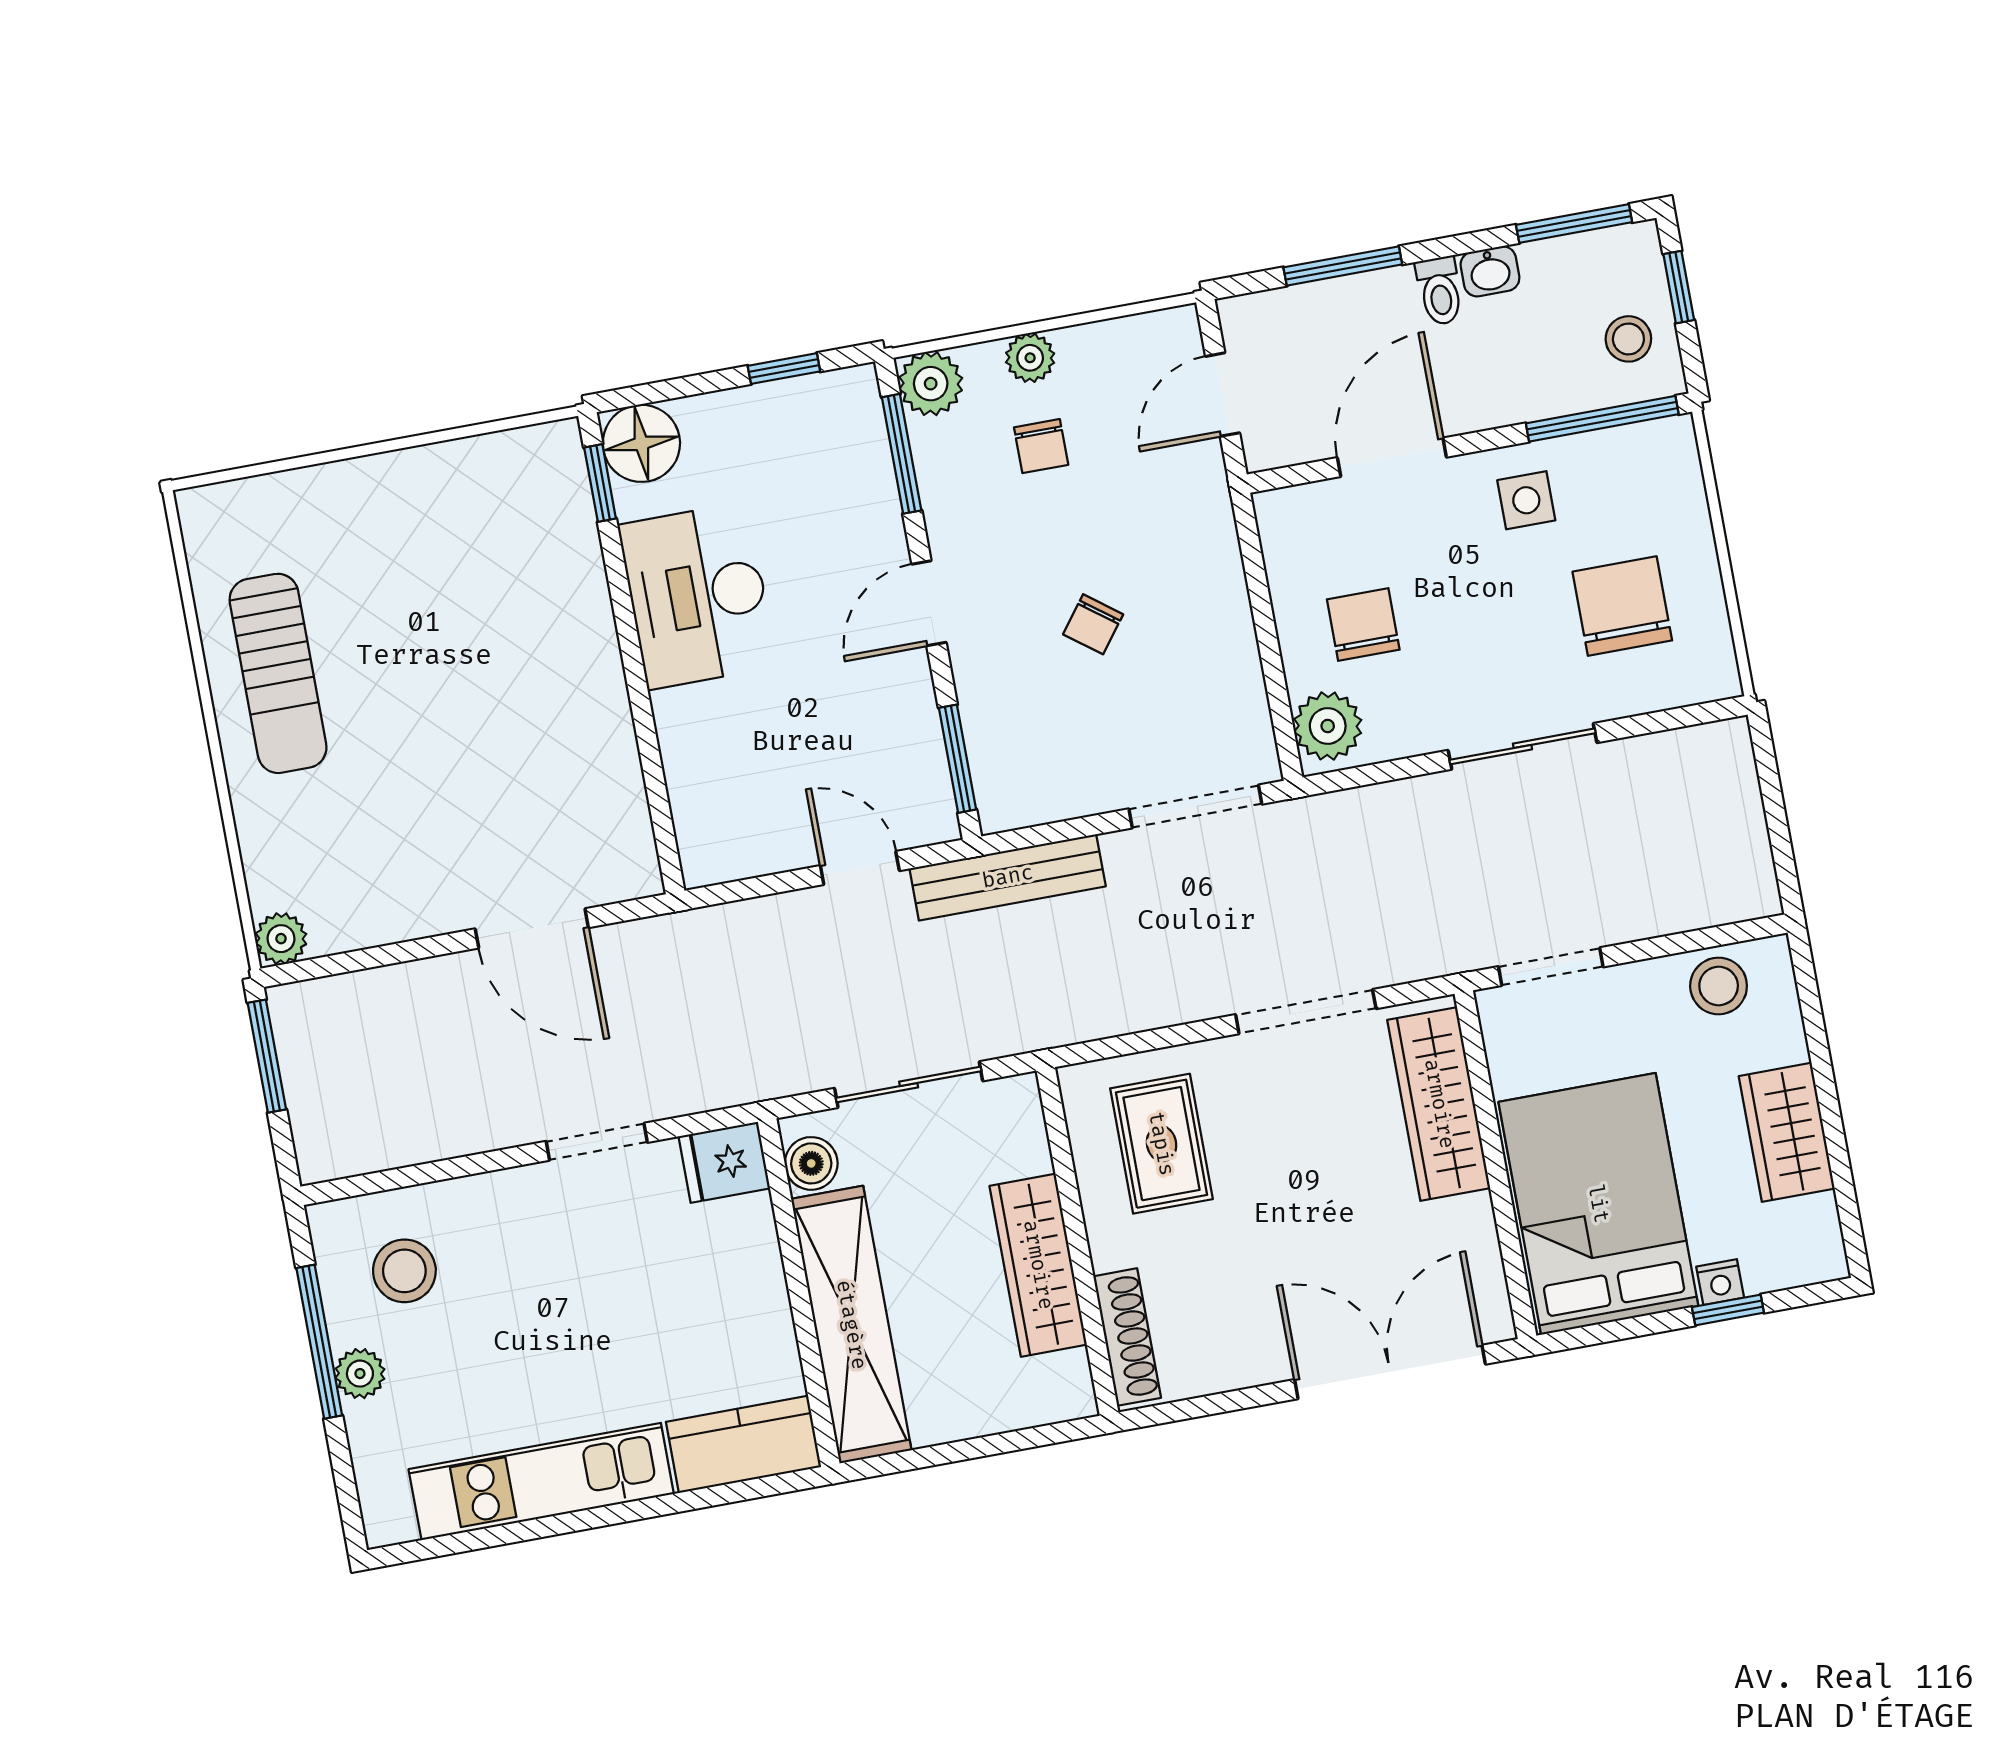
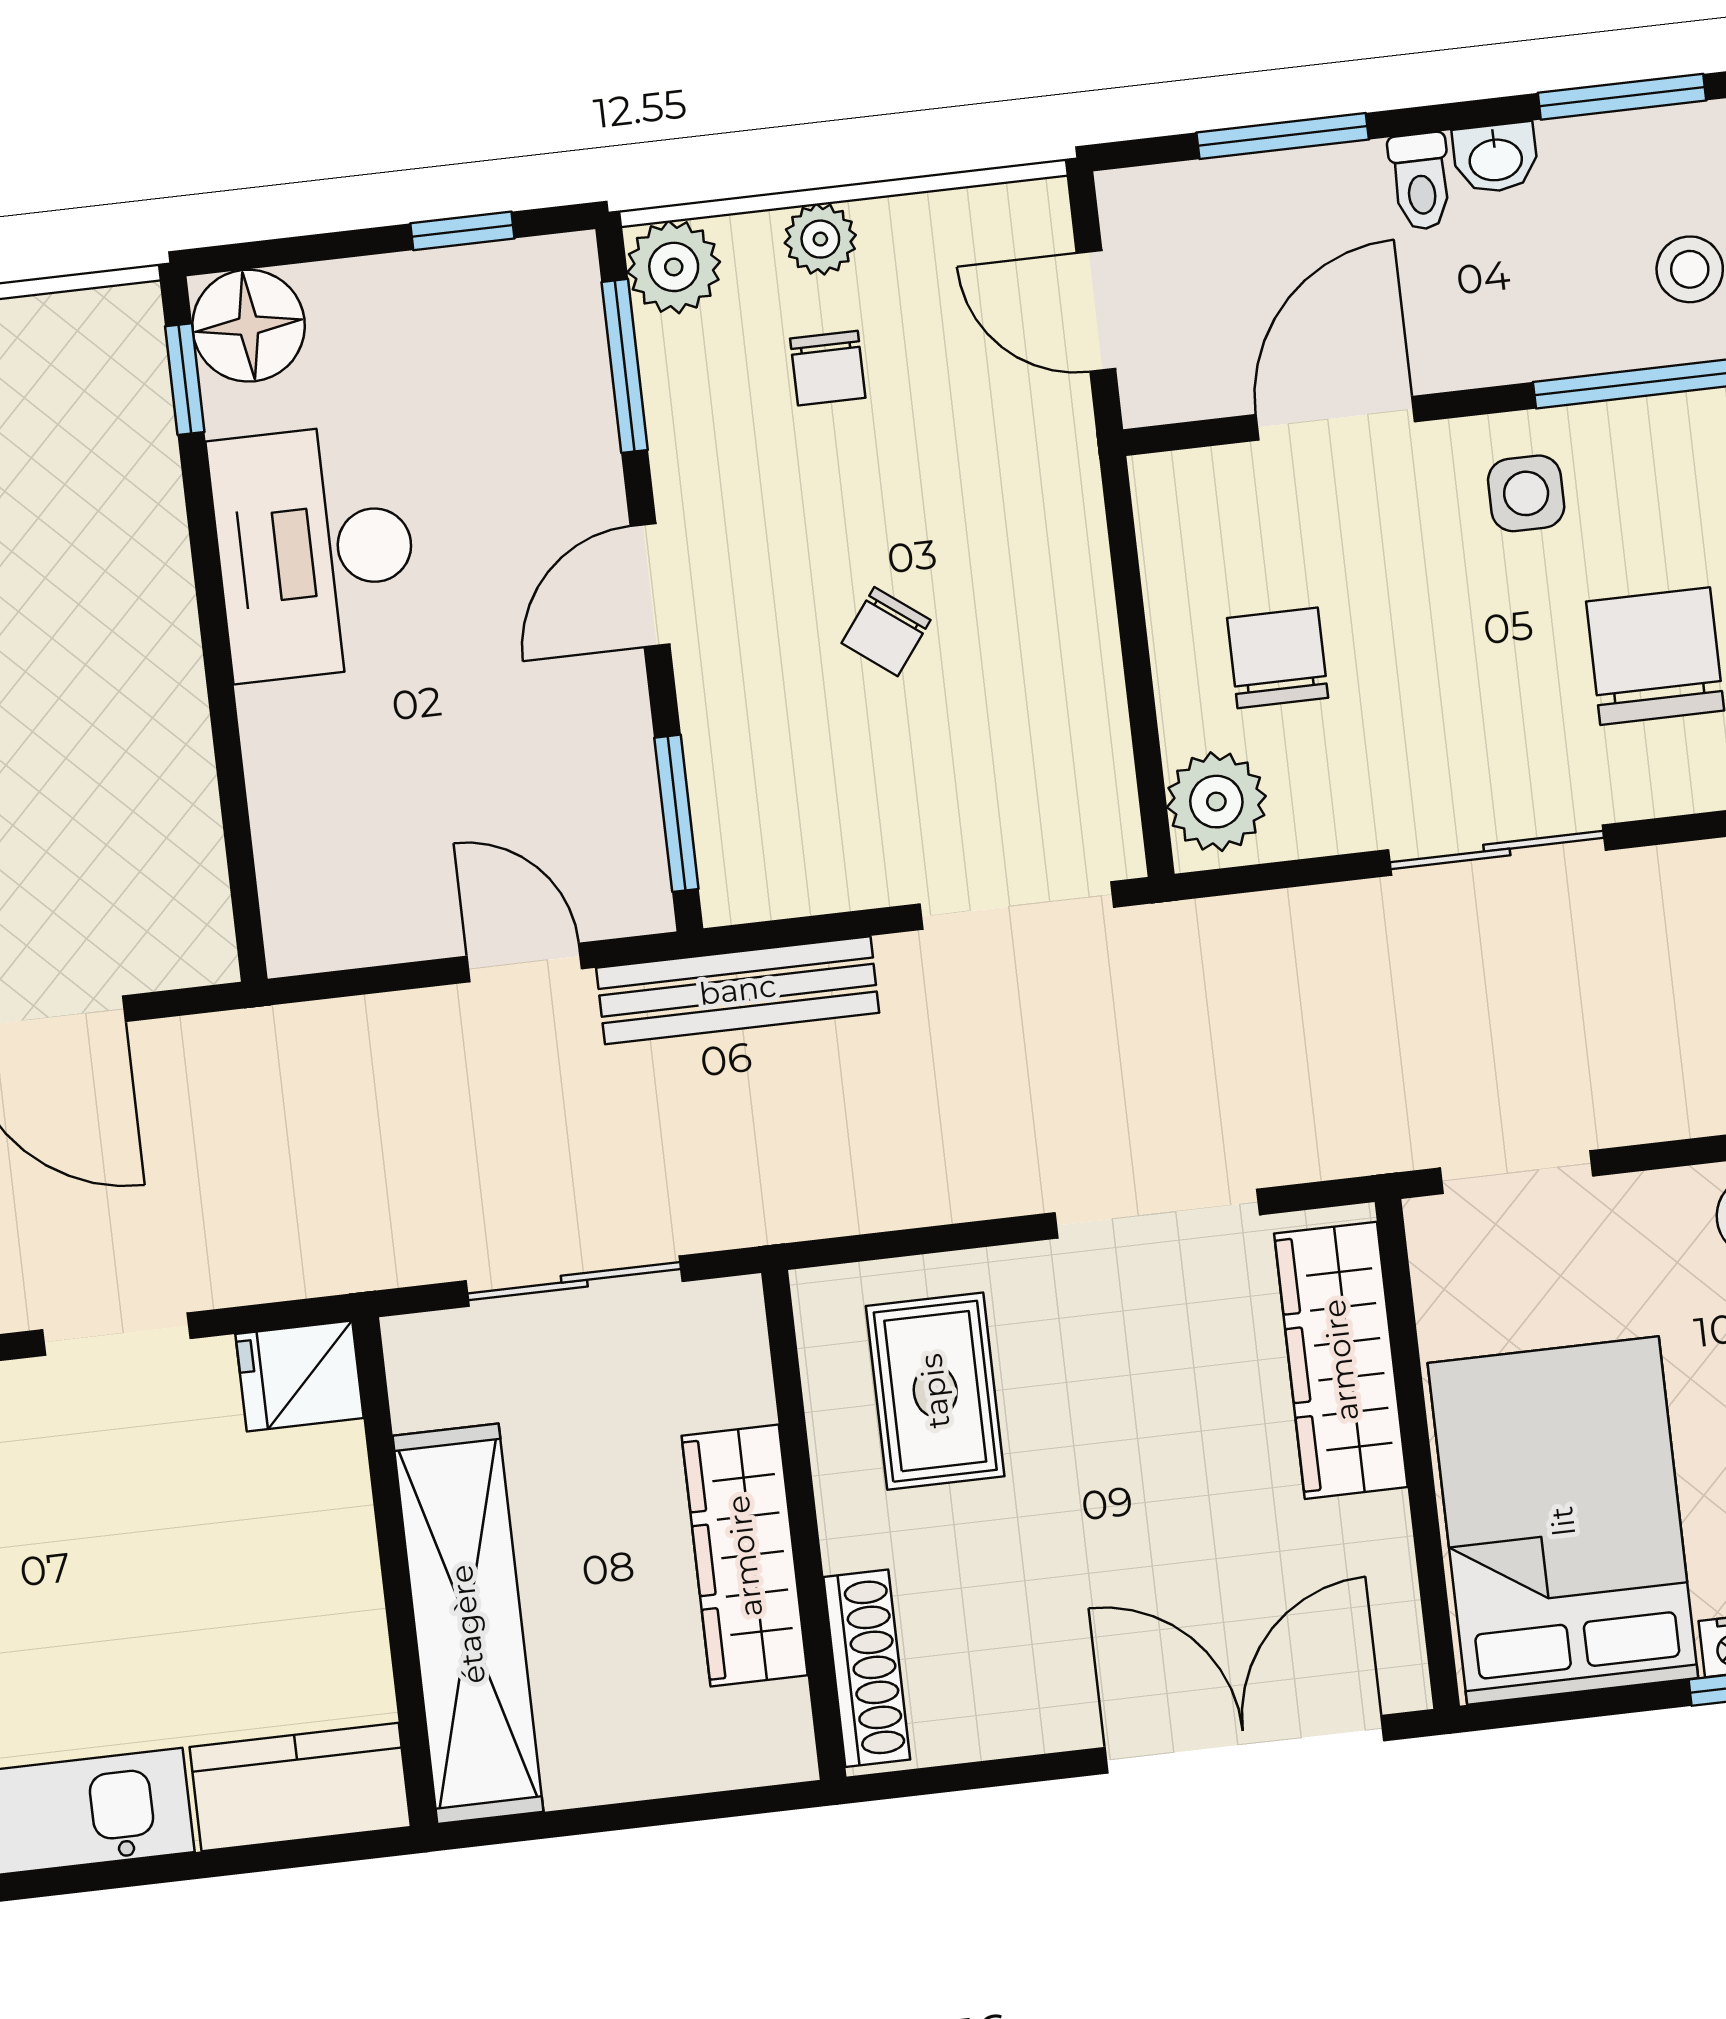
door: (1223, 395) -> (1096, 311), hinge flipped
boiler: (811, 1163) -> (425, 1386), removed

